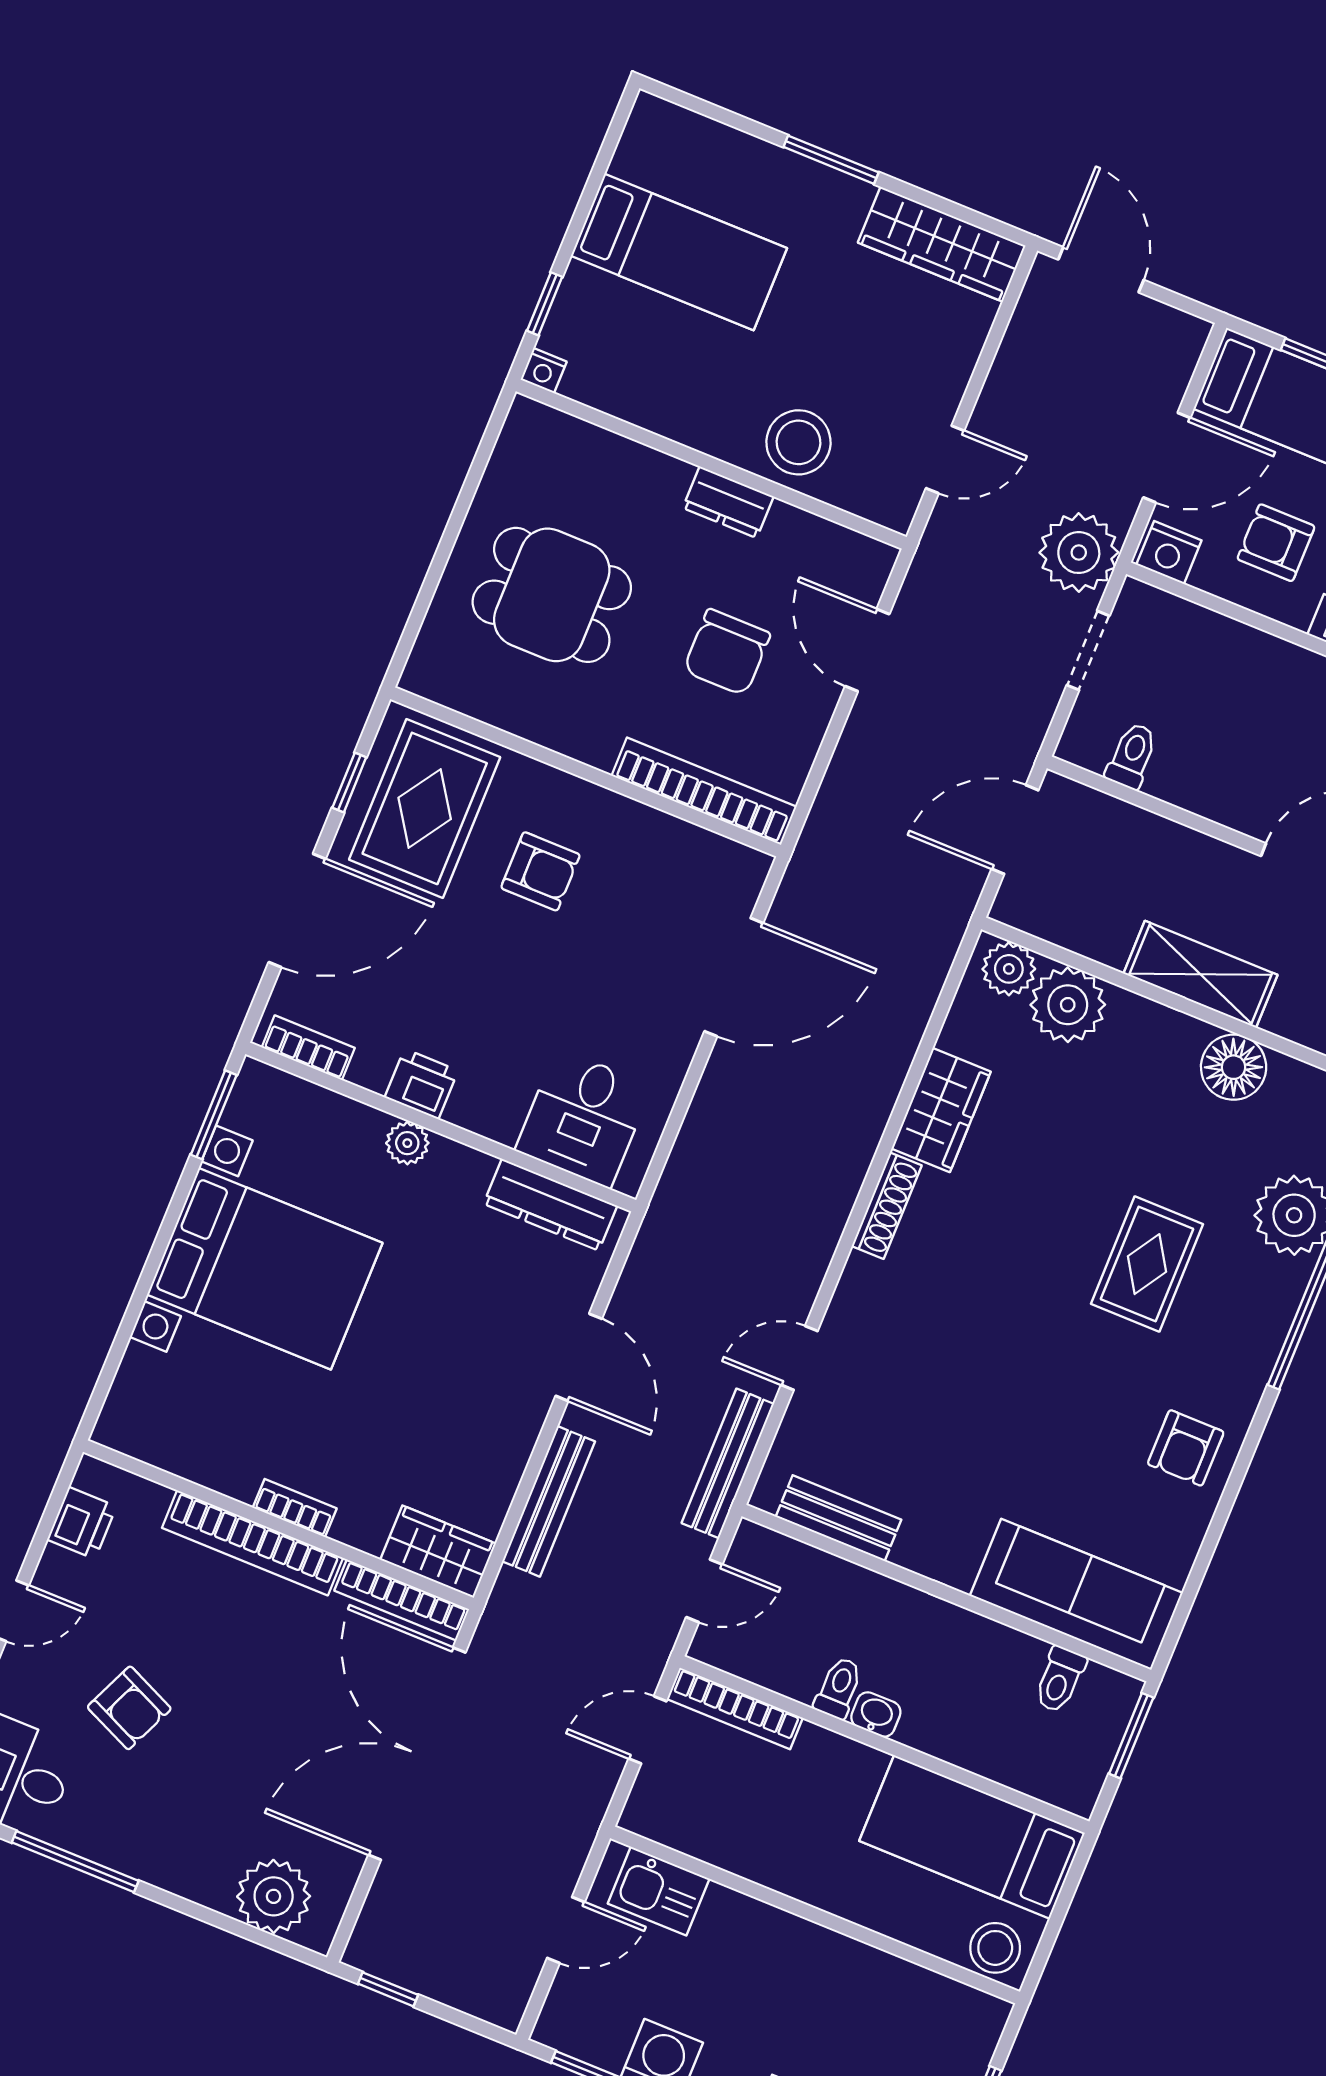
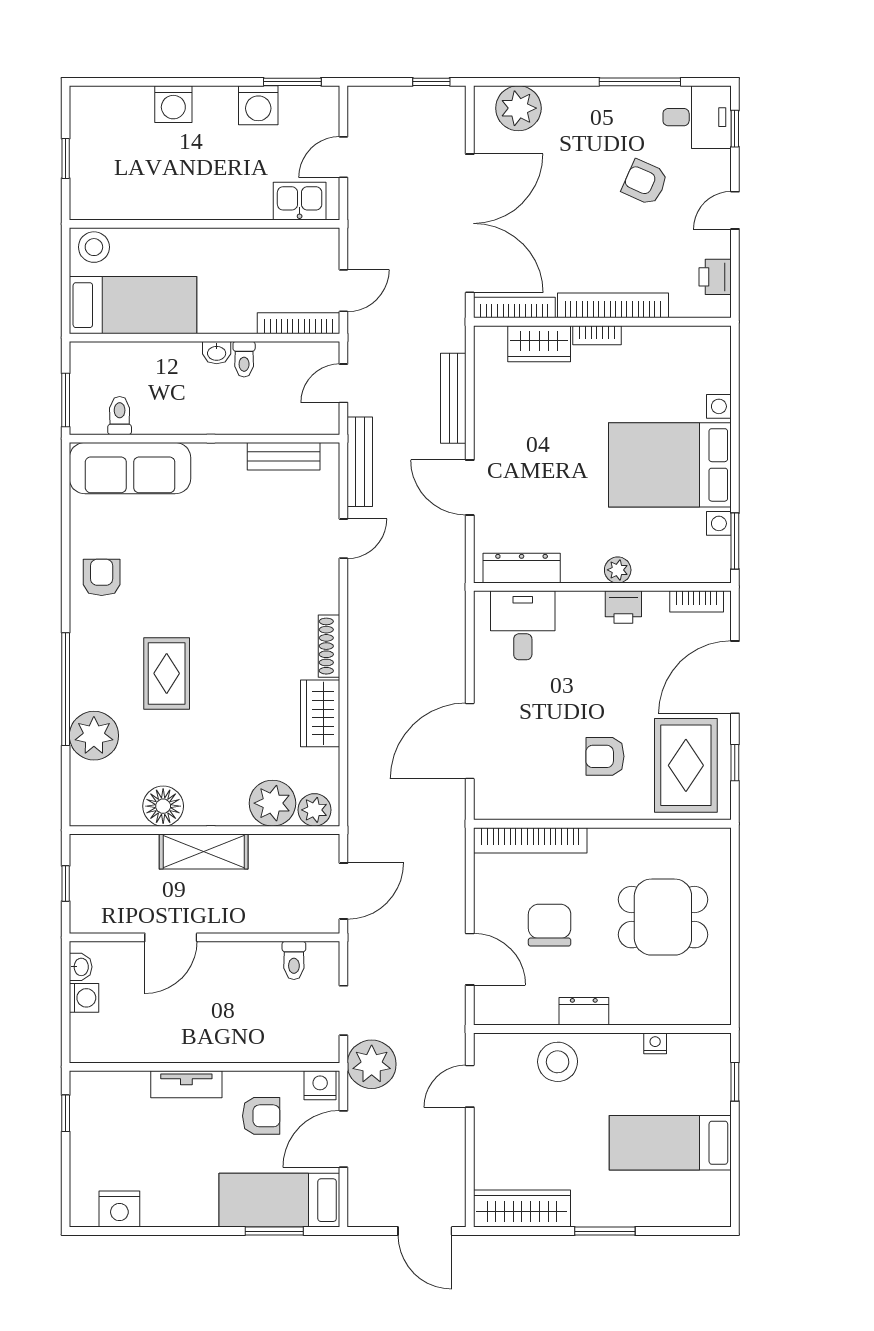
nightstand: (544, 371) -> (655, 1043), moved
wardrobe: (438, 1552) -> (539, 344), moved

